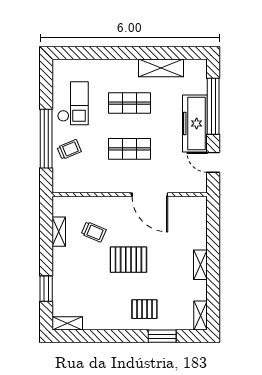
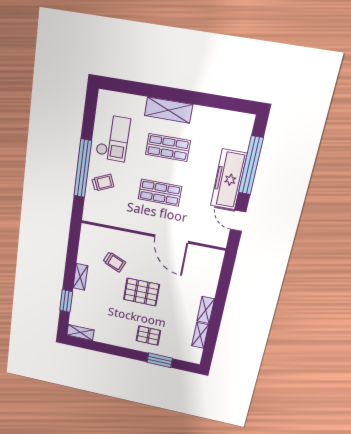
shelving: (161, 68) -> (168, 110), moved
shelving: (59, 232) -> (80, 277), moved
shelving: (200, 316) -> (200, 335), moved

